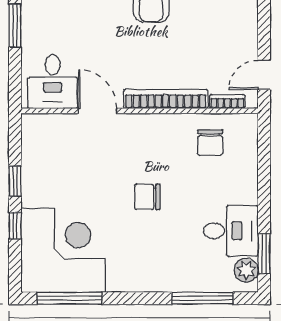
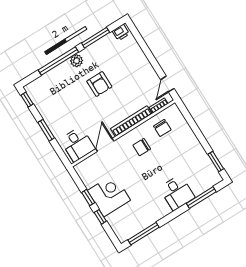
door: (97, 111) -> (105, 145), hinge flipped
chair: (147, 197) -> (142, 147), moved
desk: (231, 231) -> (177, 193), moved, turned 90
corner desk: (63, 250) -> (109, 195), moved, width x0.74, depth x0.74
plant: (246, 270) -> (213, 174), removed

